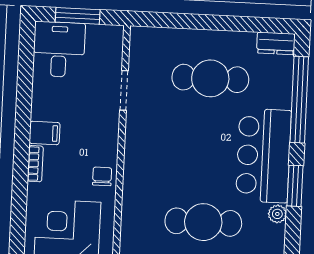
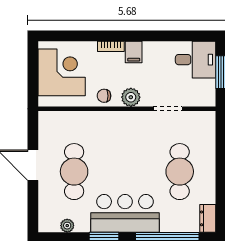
plant: (106, 140) -> (131, 97), added
chair: (102, 176) -> (104, 96), turned 180
plant: (277, 214) -> (67, 226), moved

